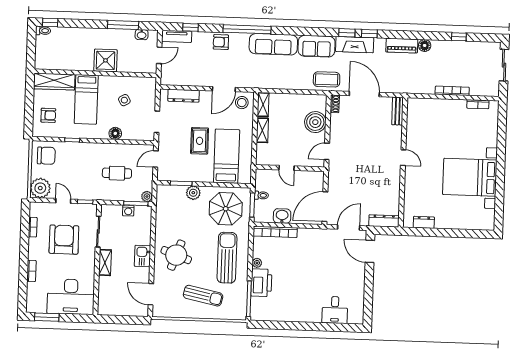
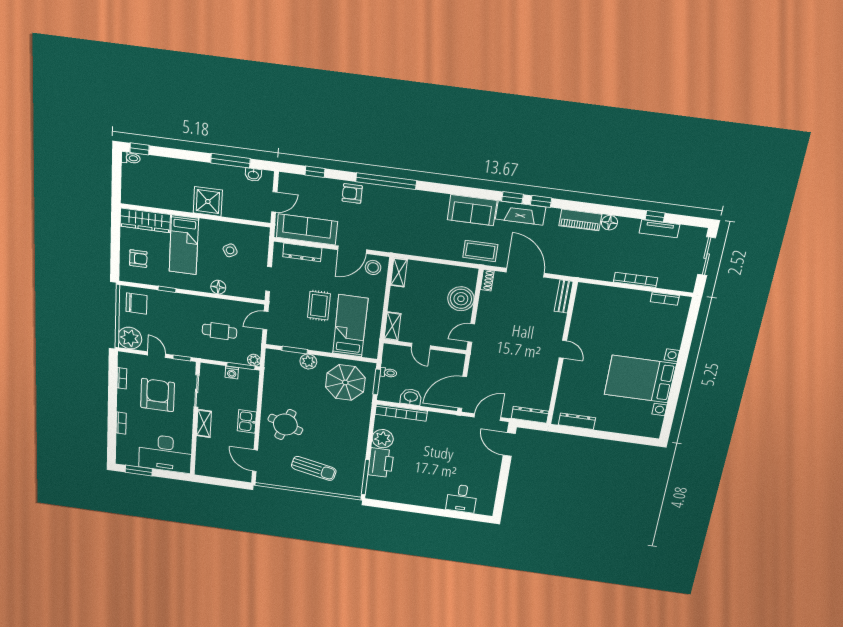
tv unit: (177, 36) -> (659, 229), moved
sofa: (273, 44) -> (307, 229), moved, turned 180
shelving: (262, 130) -> (393, 326), moved
dresser: (424, 222) -> (577, 421), width x1.44
sun lounger: (227, 258) -> (343, 433), removed
plant: (257, 263) -> (383, 439), width x1.88, depth x1.88

